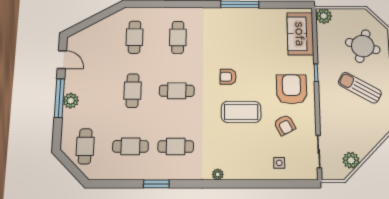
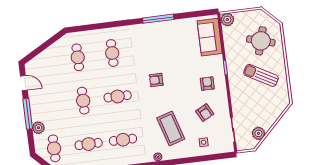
armchair: (292, 89) -> (207, 84), width x0.53, depth x0.53
plant: (71, 101) -> (38, 128), moved
coffee table: (241, 112) -> (171, 128), moved, turned 73

